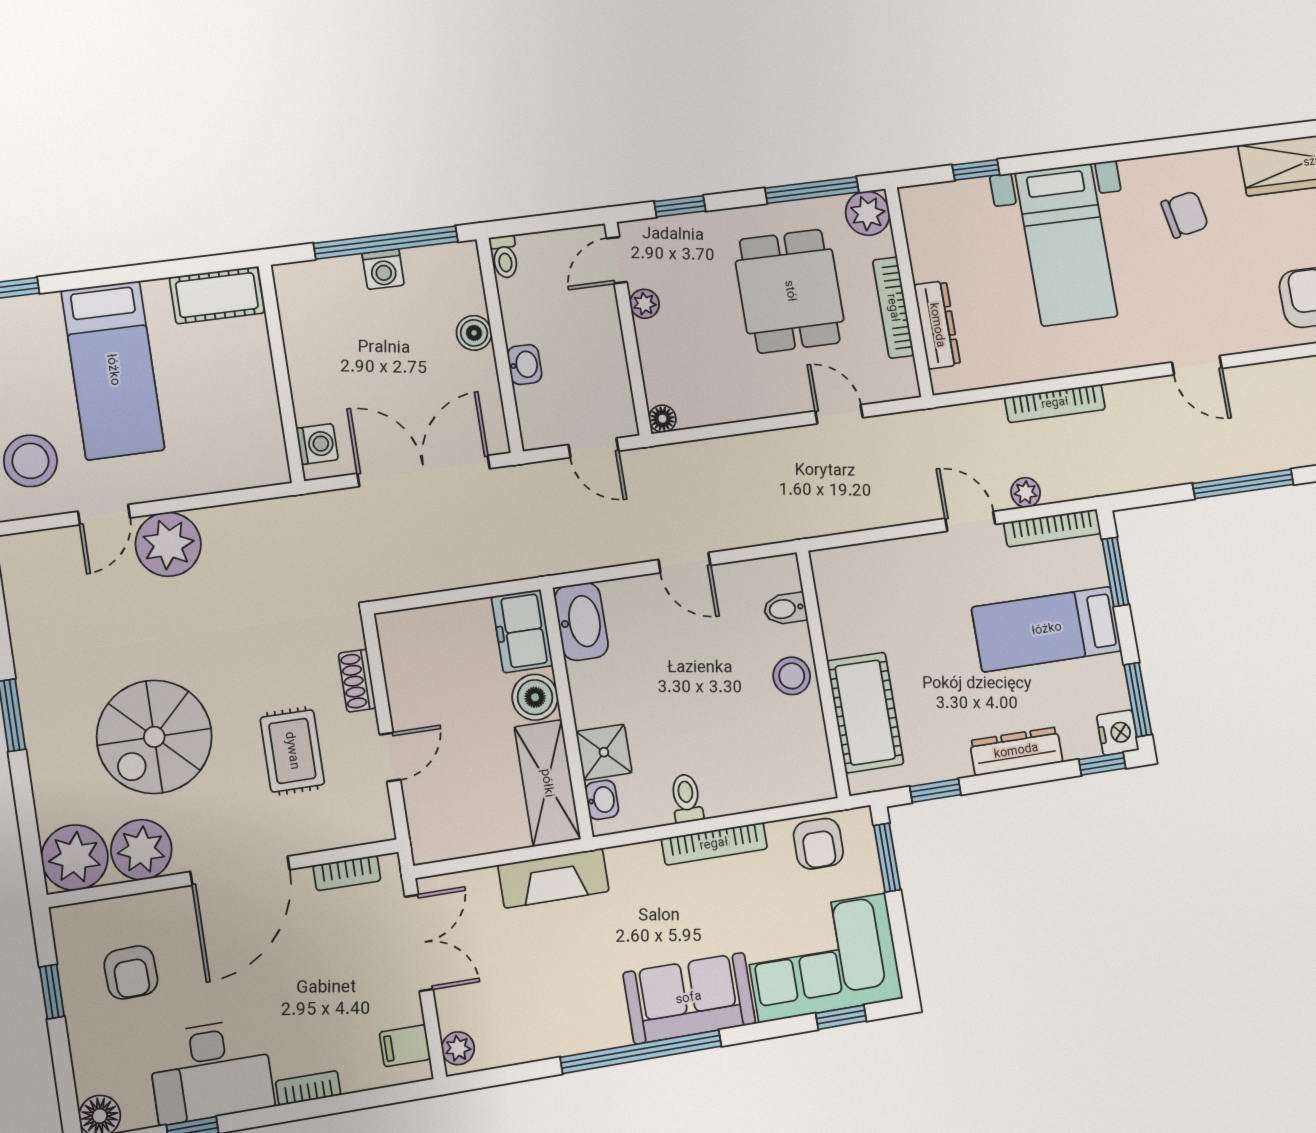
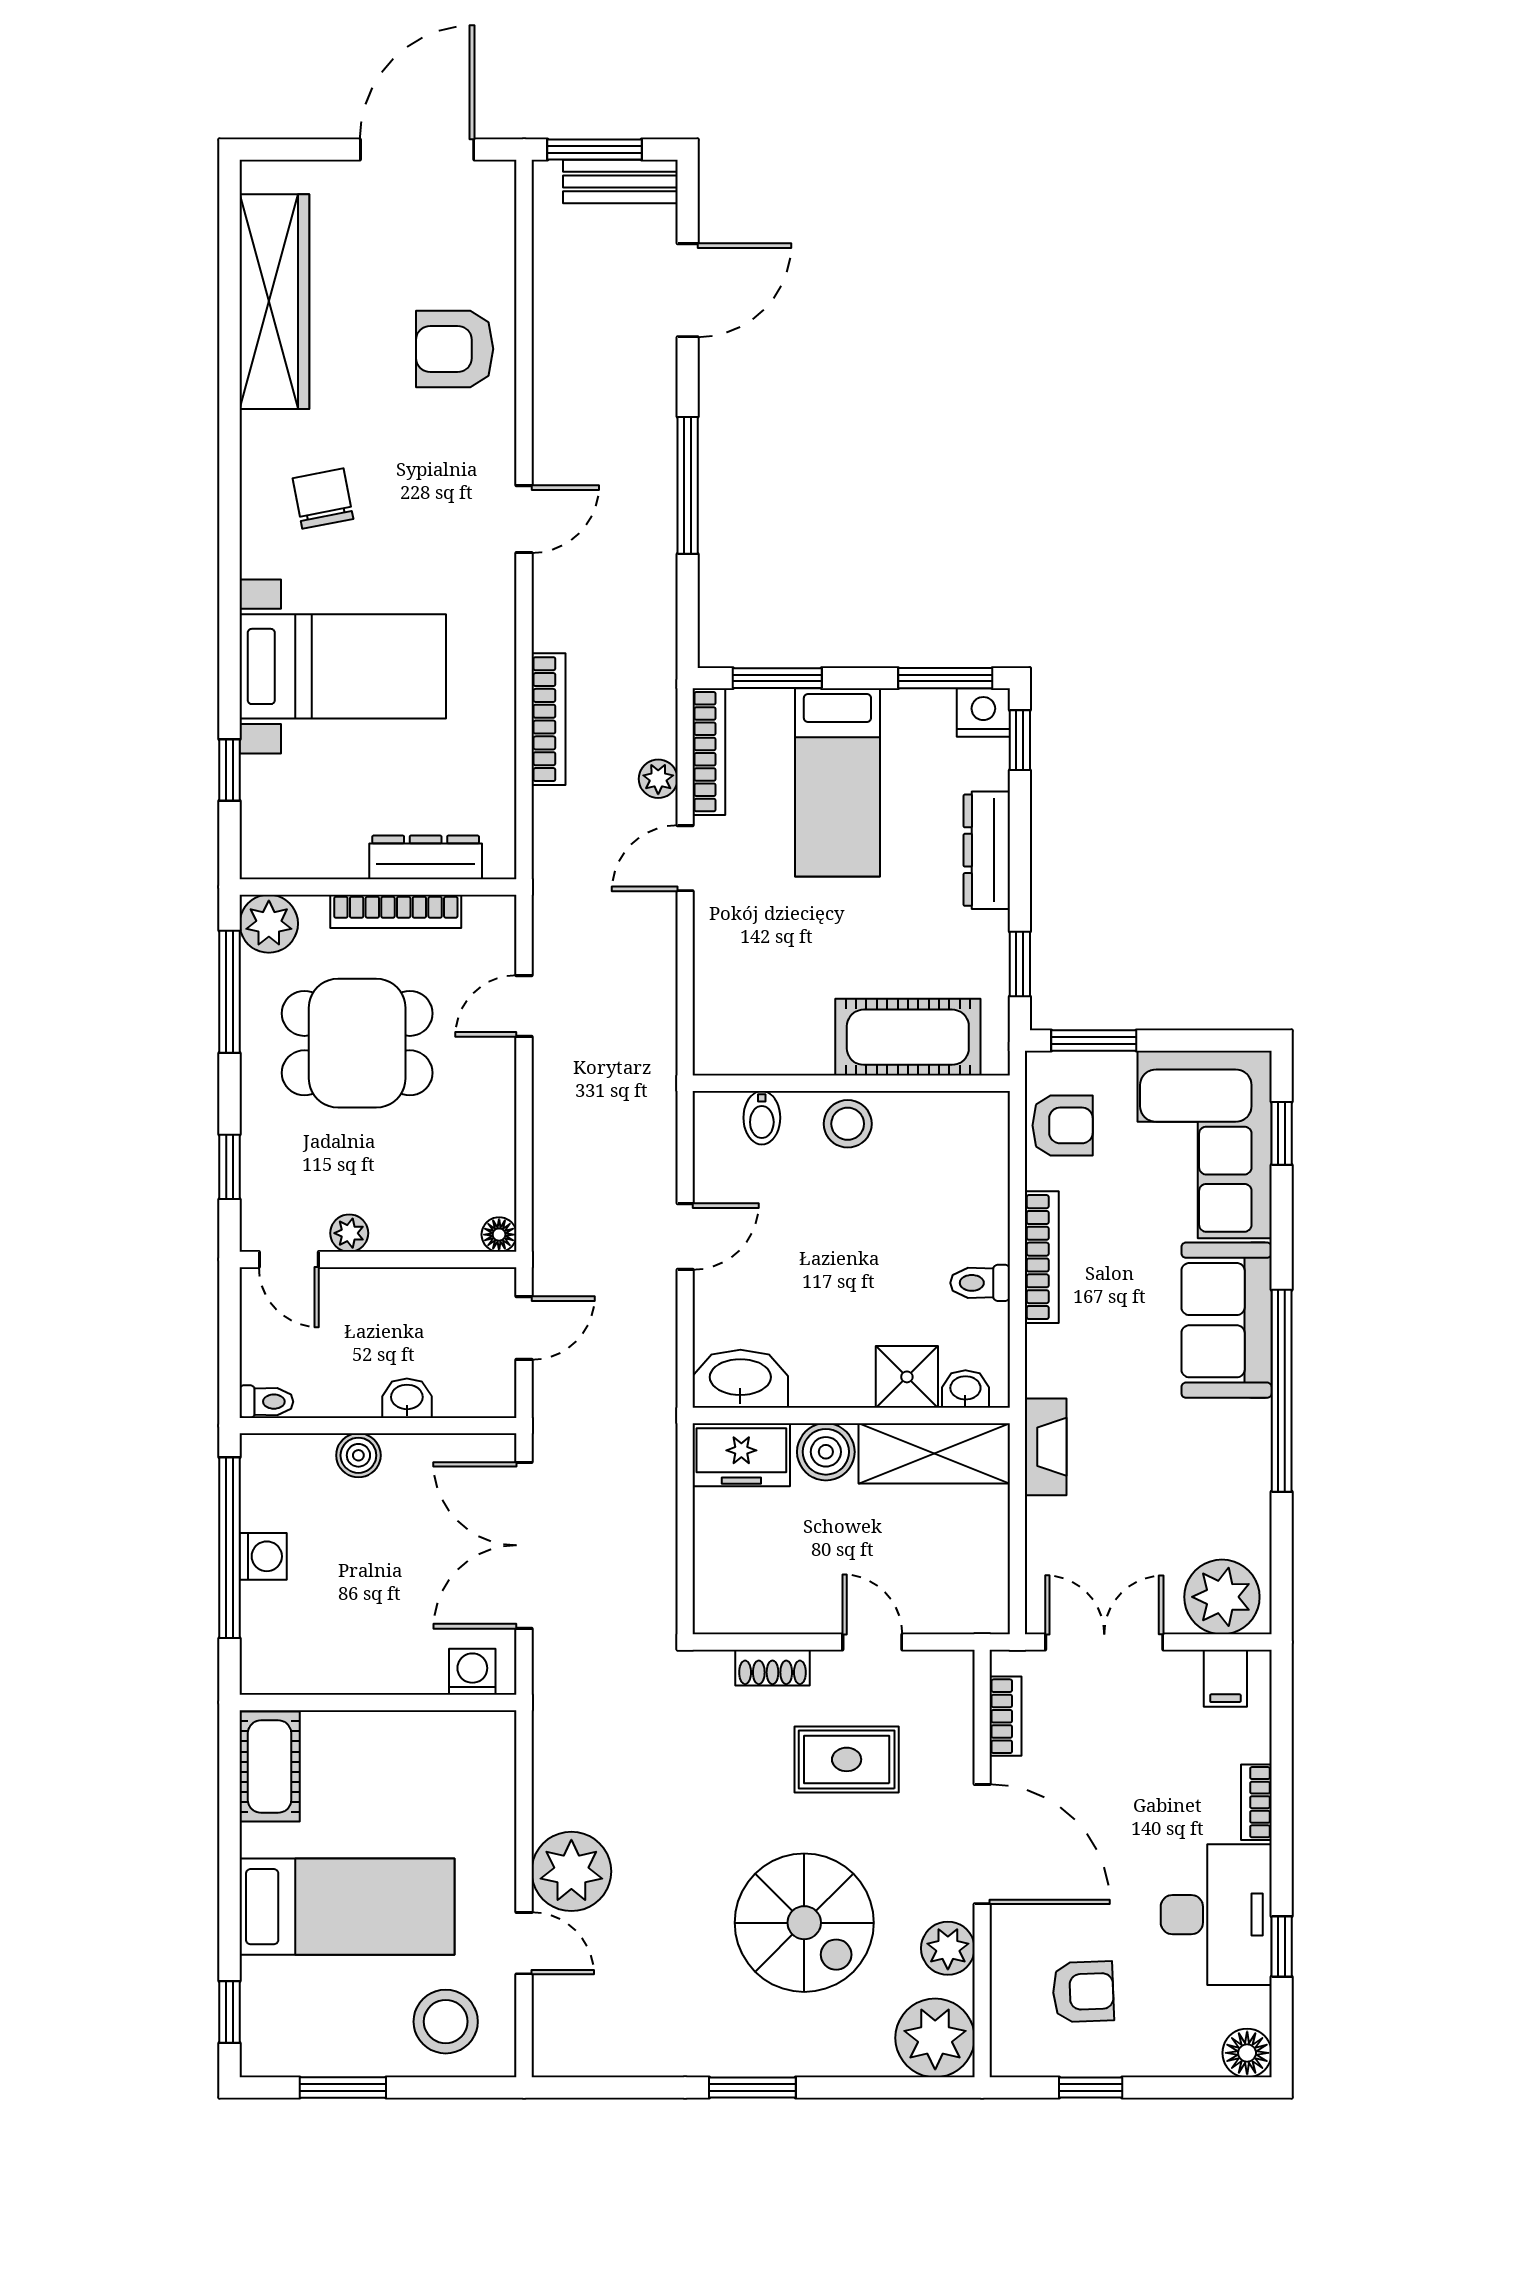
plant: (141, 850) -> (948, 1948), width x0.73, depth x0.73
fireplace: (553, 878) -> (1046, 1447), width x0.73, depth x0.76
plant: (458, 1048) -> (1222, 1597), width x1.88, depth x1.88

